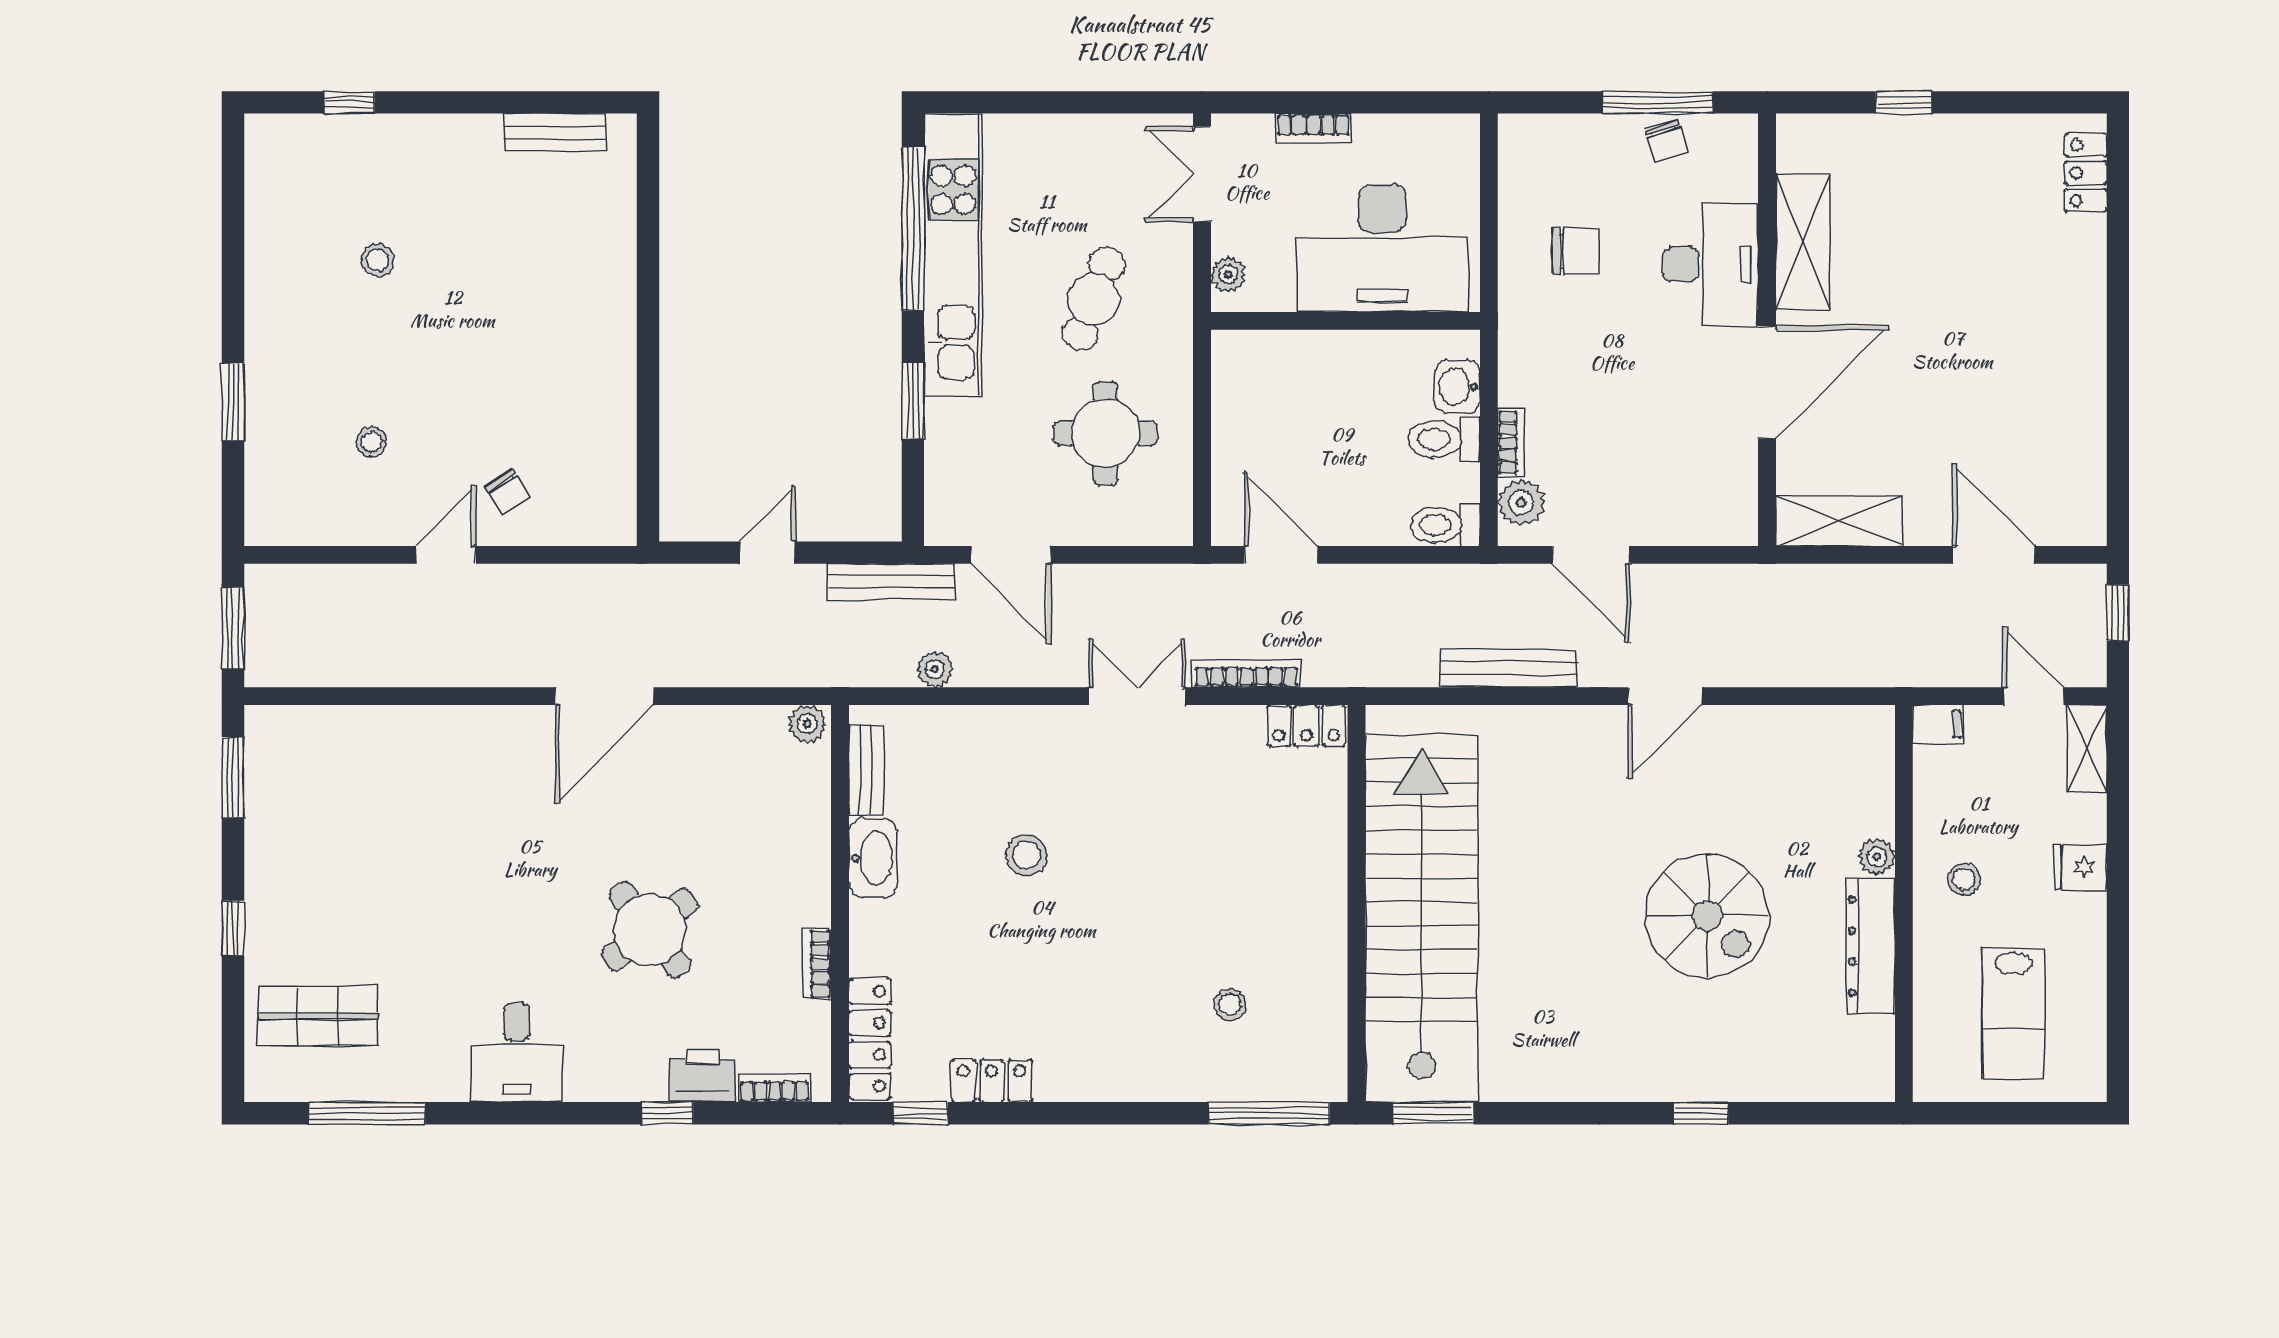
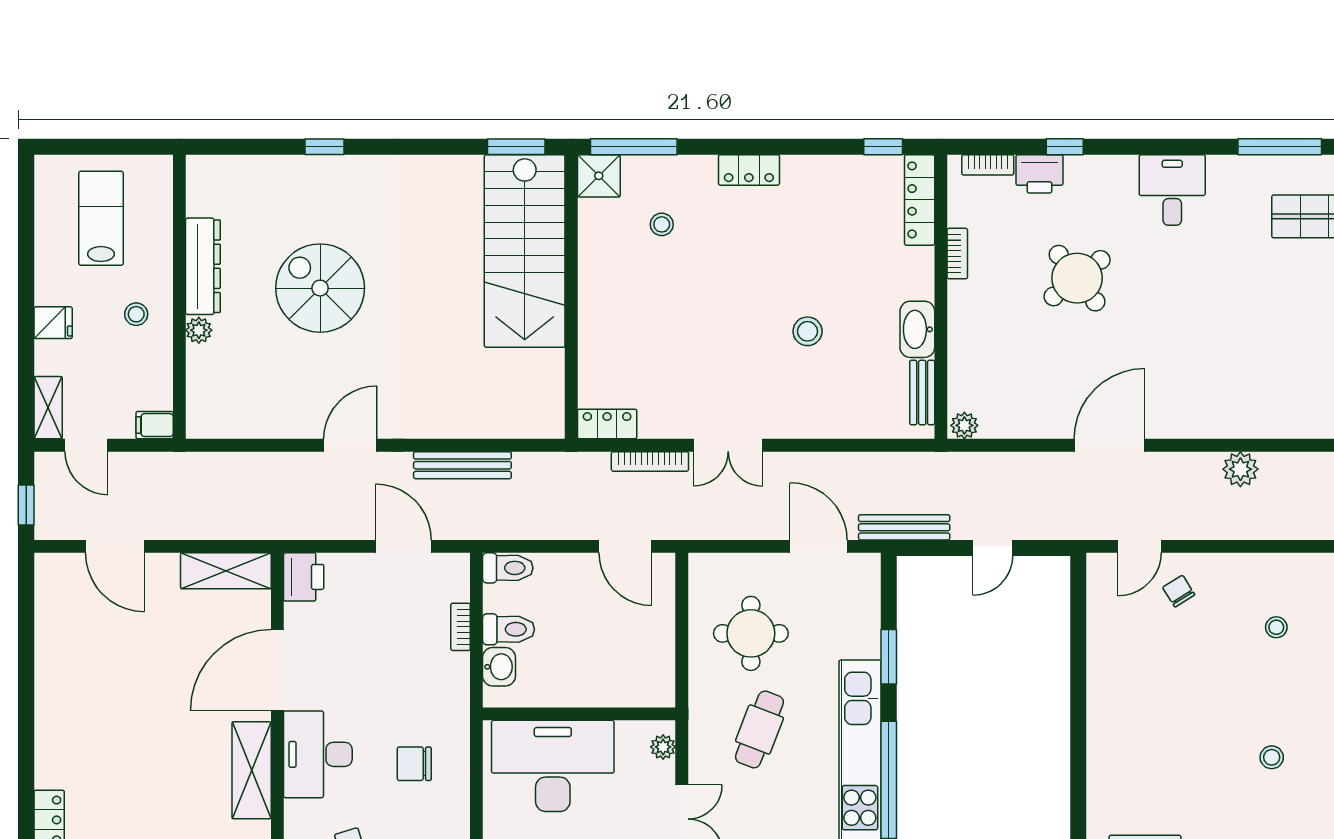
plant: (1521, 503) -> (453, 584), removed
printer: (1730, 512) -> (304, 577), added
door: (446, 555) -> (1140, 546), moved
plant: (935, 669) -> (1240, 469), moved, width x1.38, depth x1.38
stairs: (1421, 919) -> (525, 251), width x0.73
shower: (1318, 1073) -> (599, 176), added
locker: (992, 1081) -> (749, 170), moved

